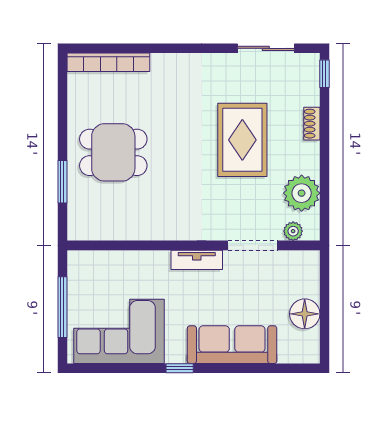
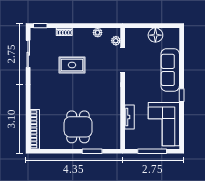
rug: (242, 140) -> (72, 65), width x0.73, depth x0.70
plant: (302, 193) -> (98, 33), width x0.53, depth x0.53
tv unit: (197, 260) -> (130, 117), moved

